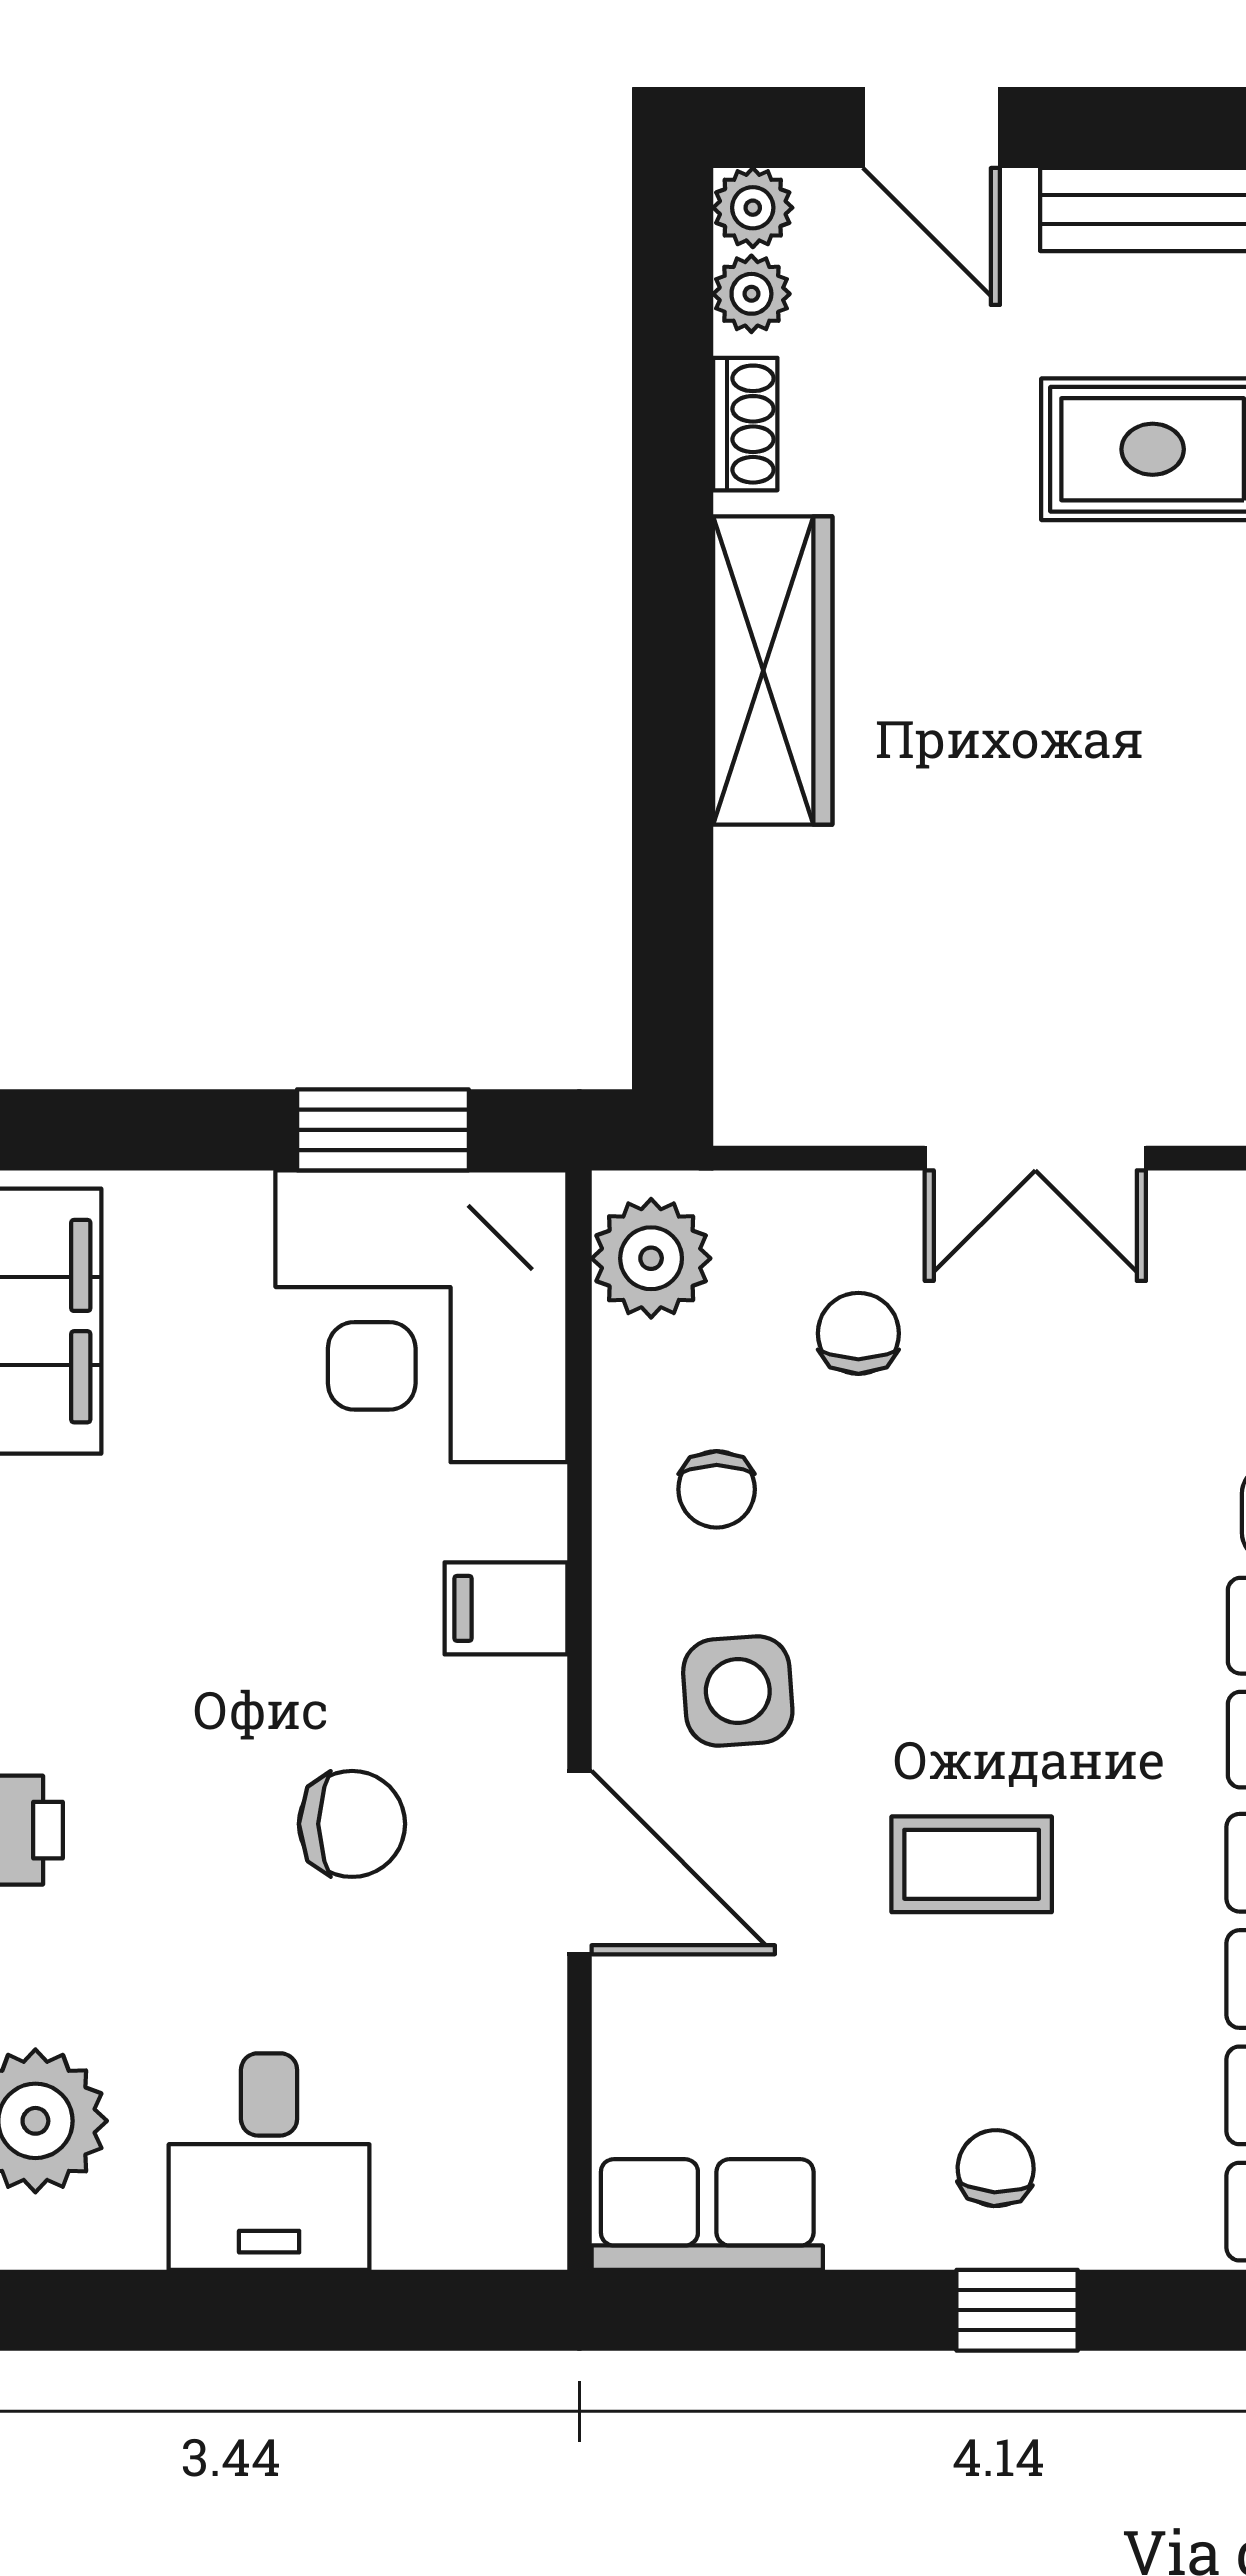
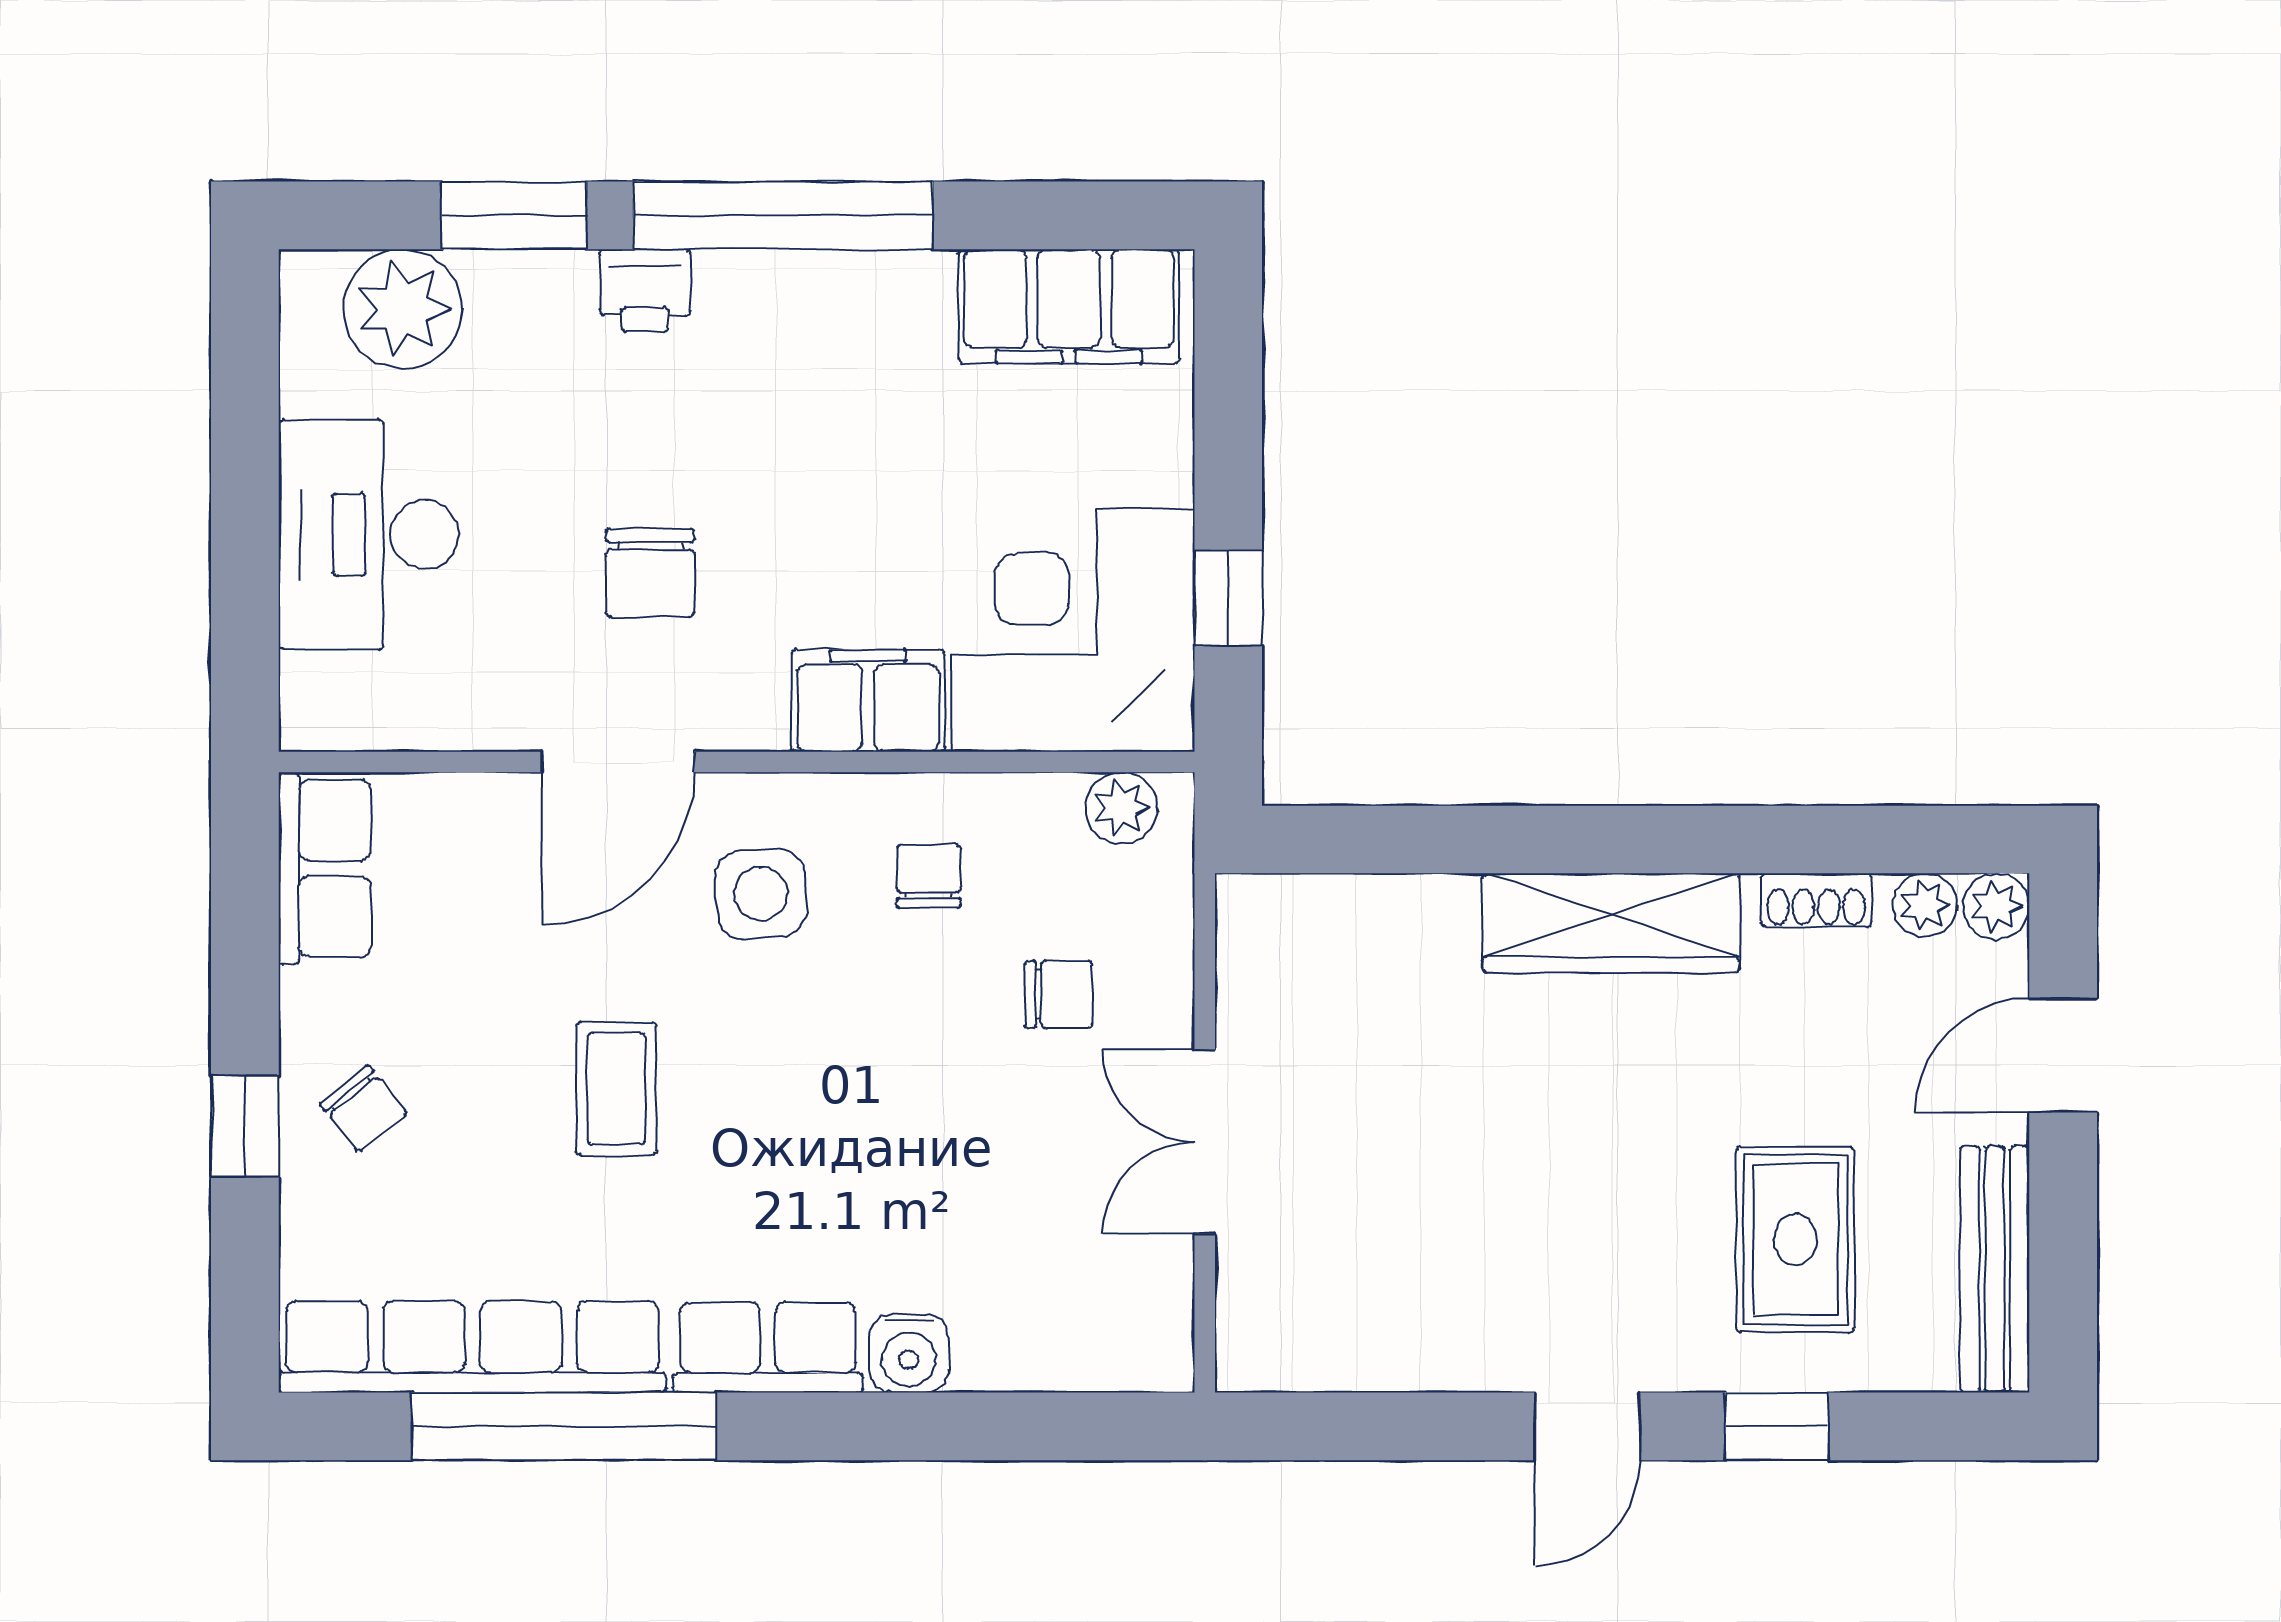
window: (383, 1130) -> (1228, 598), width x0.67
plant: (651, 1258) -> (1121, 808), width x0.73, depth x0.73
chair: (717, 1489) -> (929, 876), turned 90
filing cabinet: (506, 1608) -> (868, 701), width x2.00
desk: (269, 2162) -> (369, 534), width x1.37
chair: (996, 2168) -> (363, 1109), turned 48

